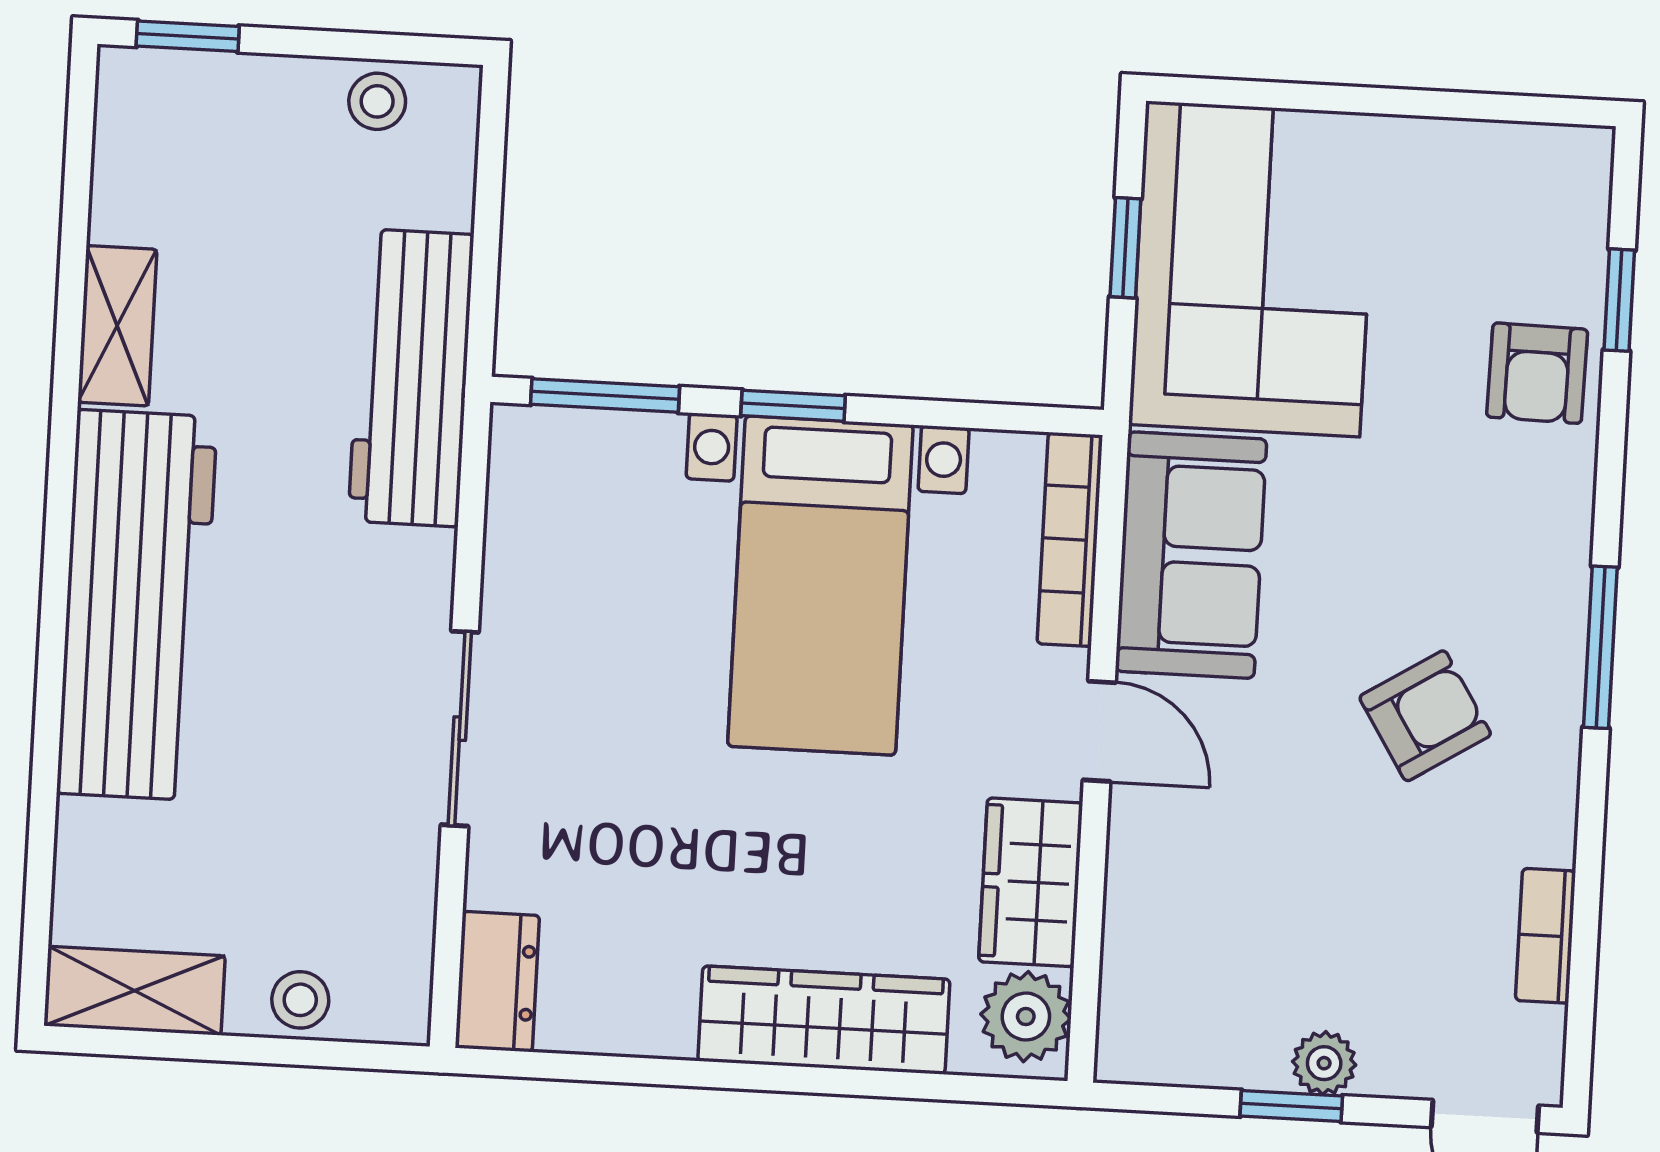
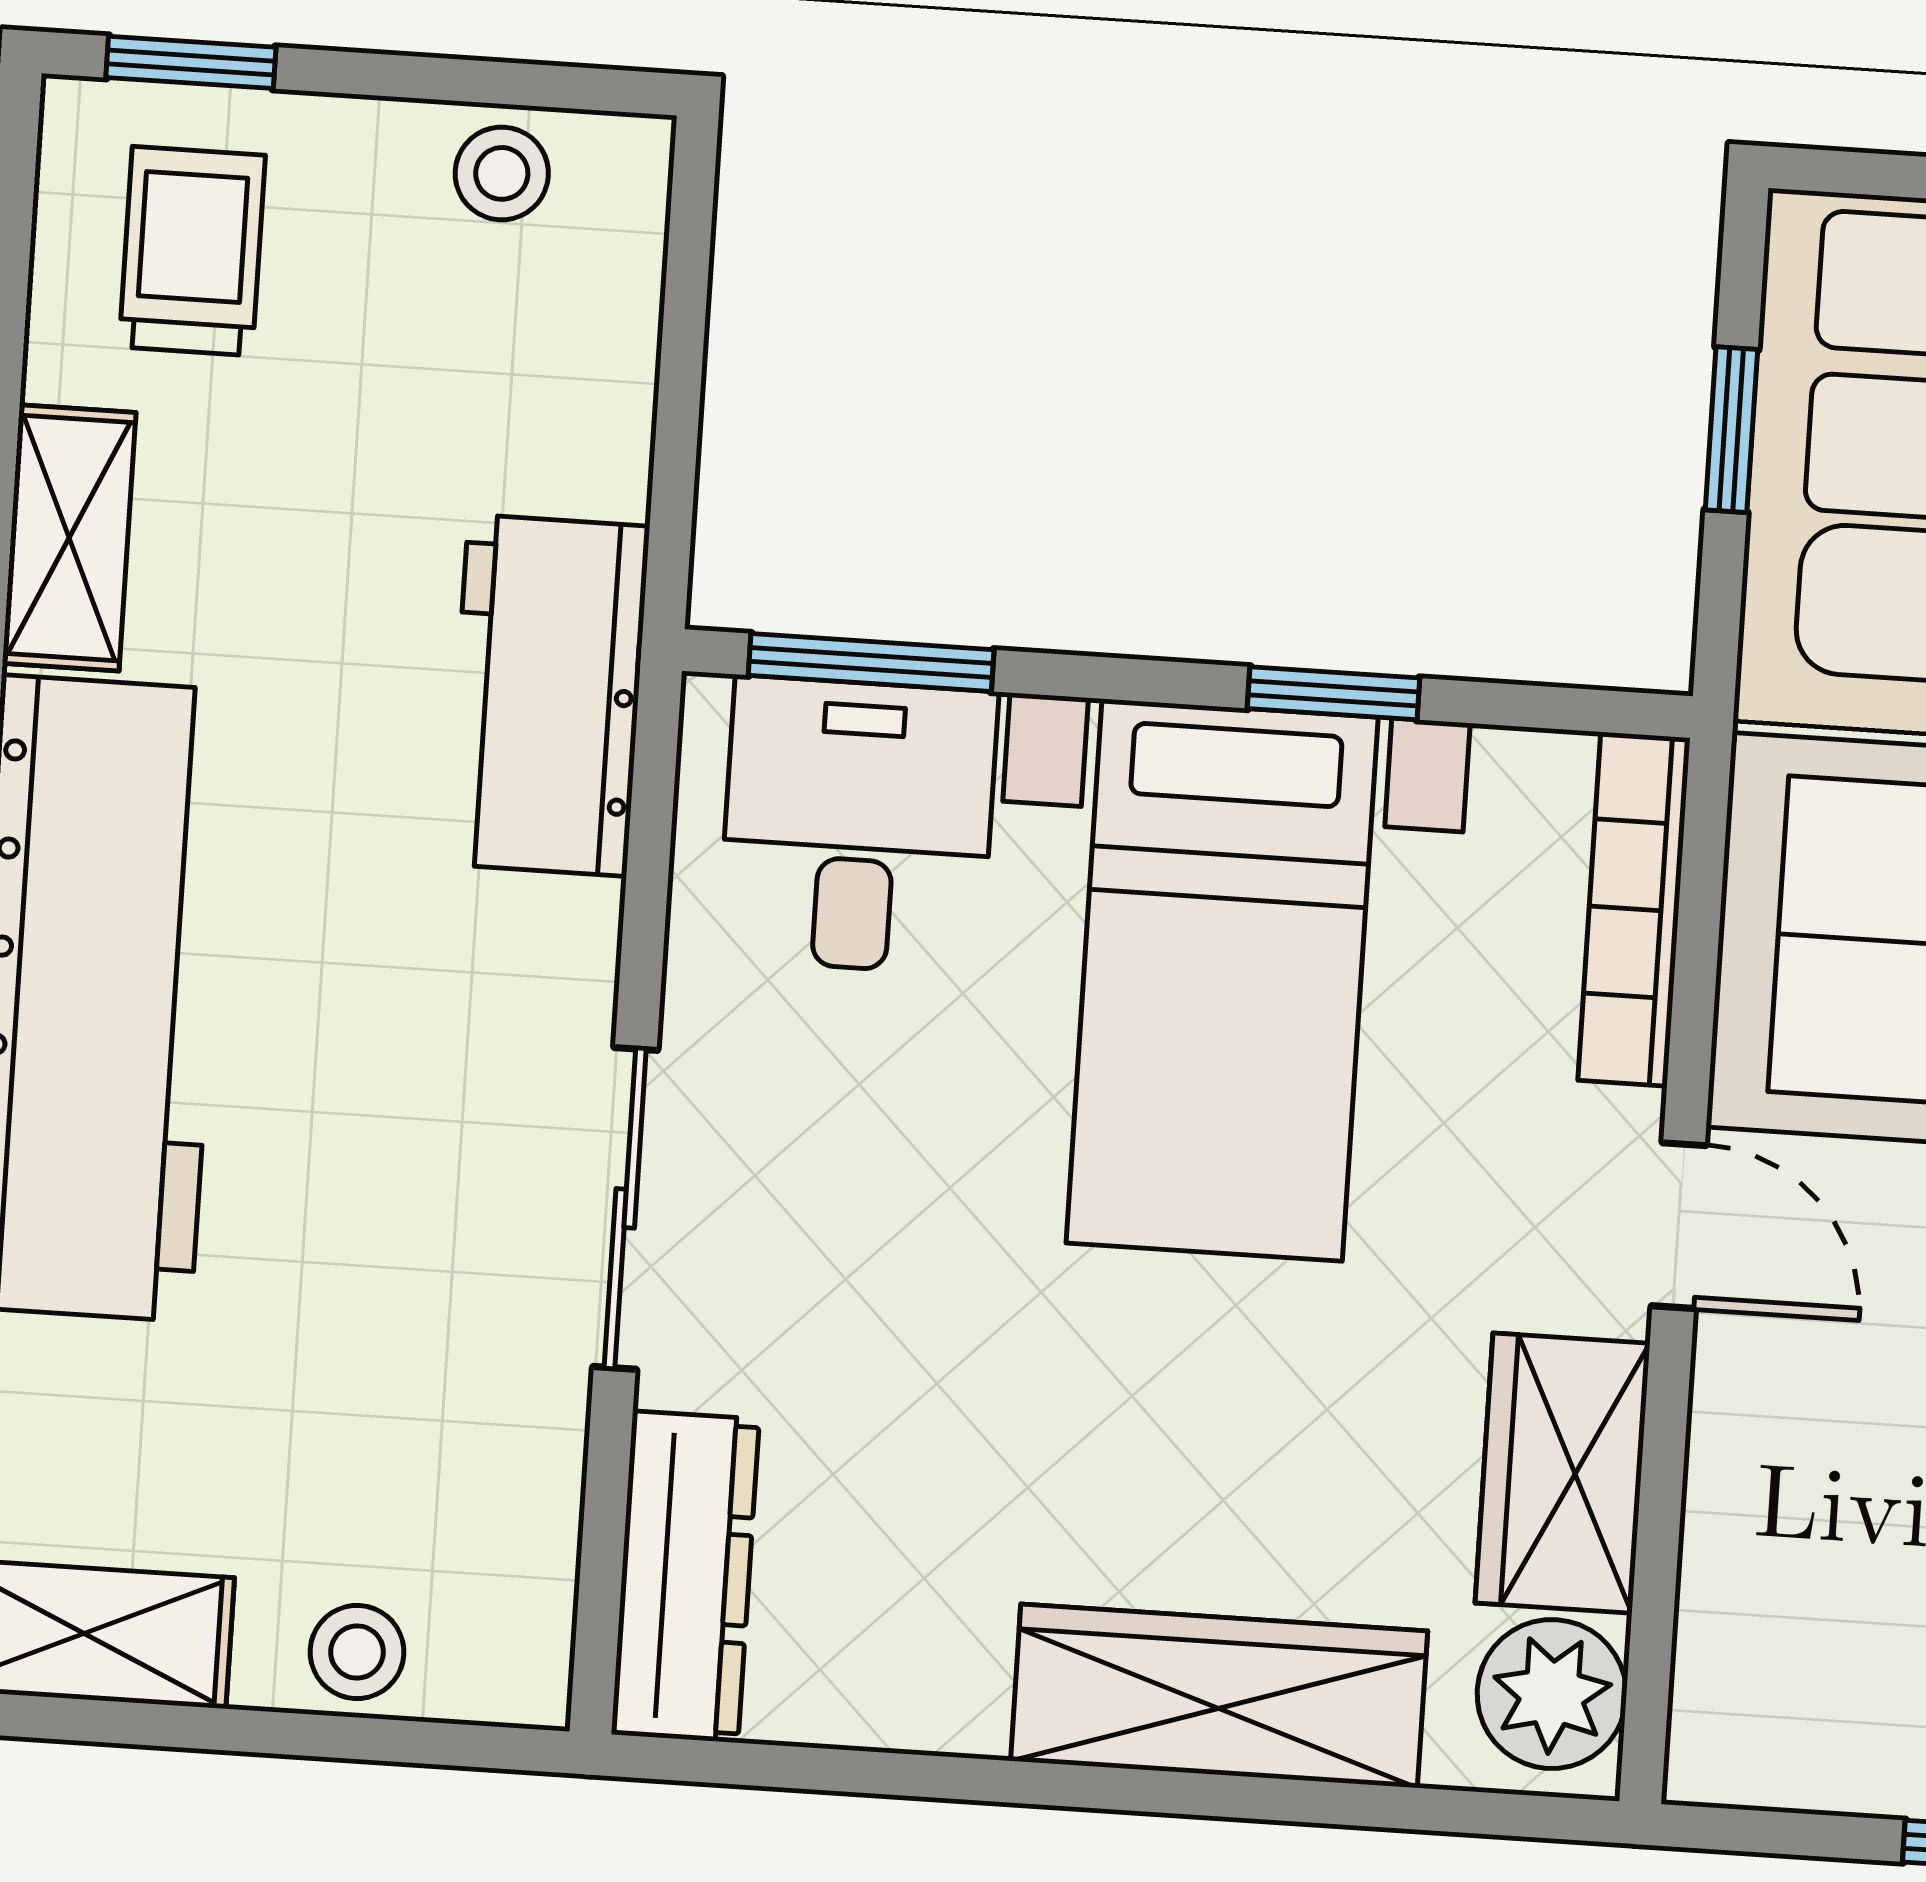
trolley: (190, 151) -> (192, 251), added
workbench: (411, 378) -> (548, 695), width x0.73
window: (793, 406) -> (1333, 693), moved
desk: (598, 494) -> (858, 825), added
dresser: (497, 982) -> (685, 1577), width x1.44

